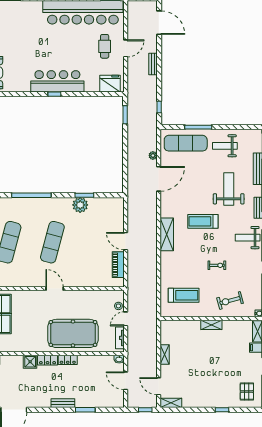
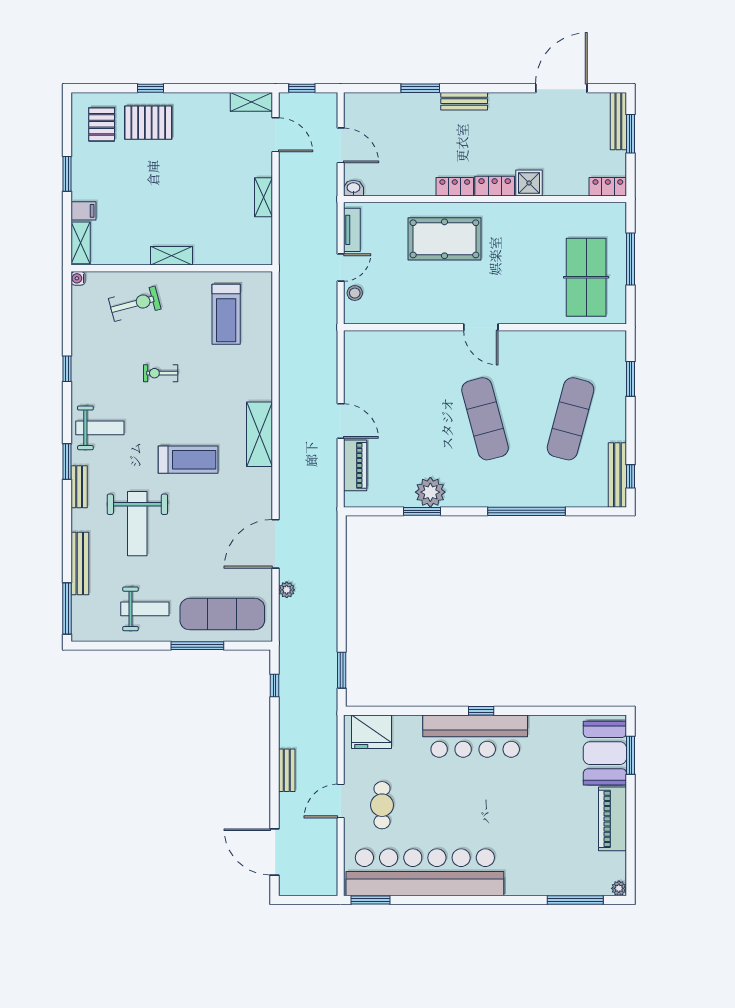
exercise mat: (52, 242) -> (485, 419), turned -30
piano: (118, 265) -> (355, 465), moved
treadmill: (184, 295) -> (226, 314), turned -90
pool table: (73, 333) -> (444, 239), width x0.73, depth x0.76
pallet: (223, 392) -> (148, 123), added

